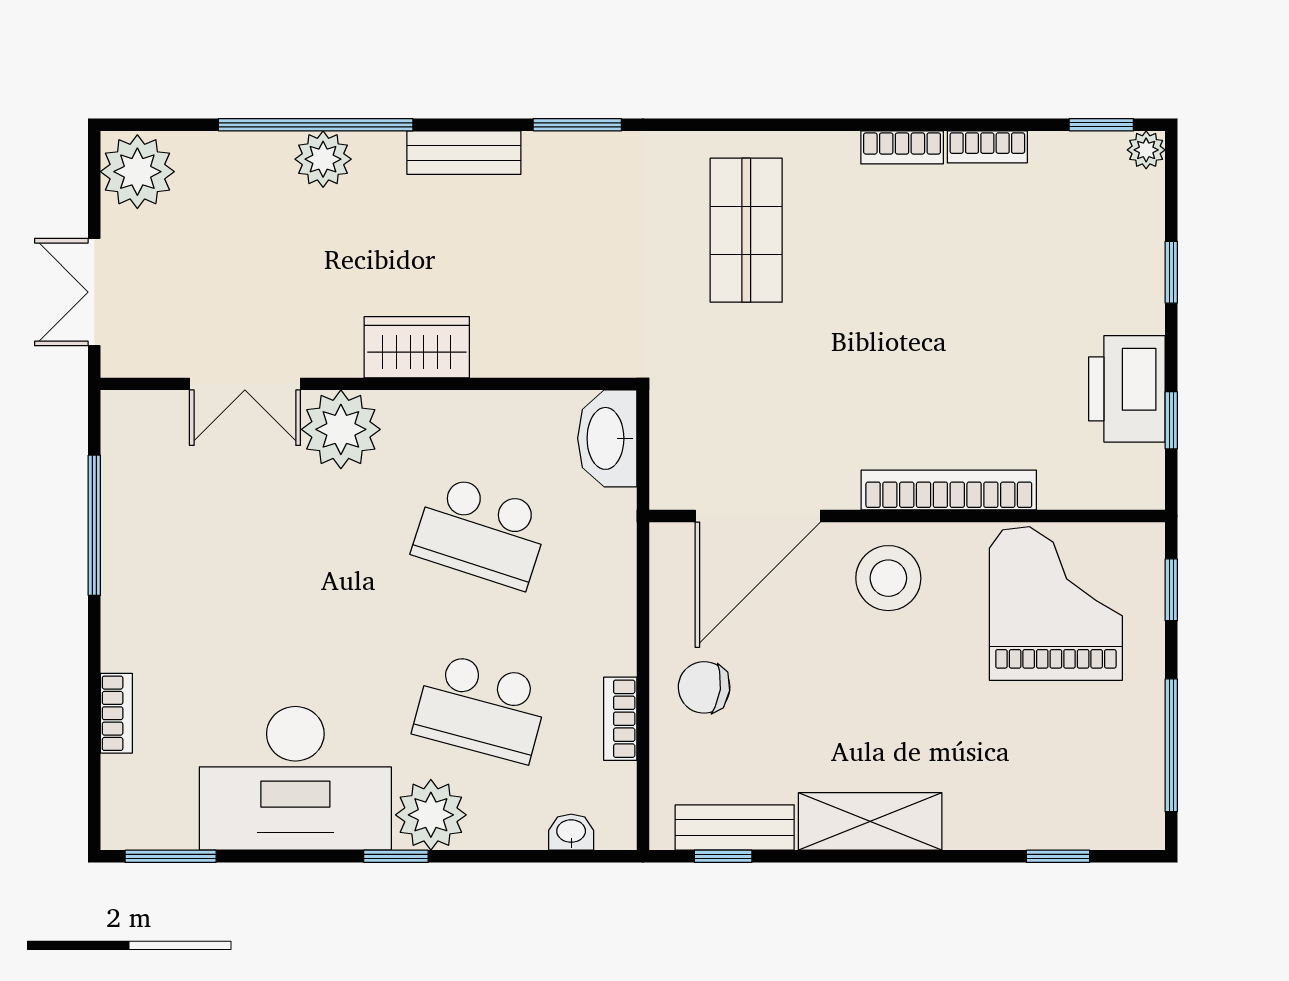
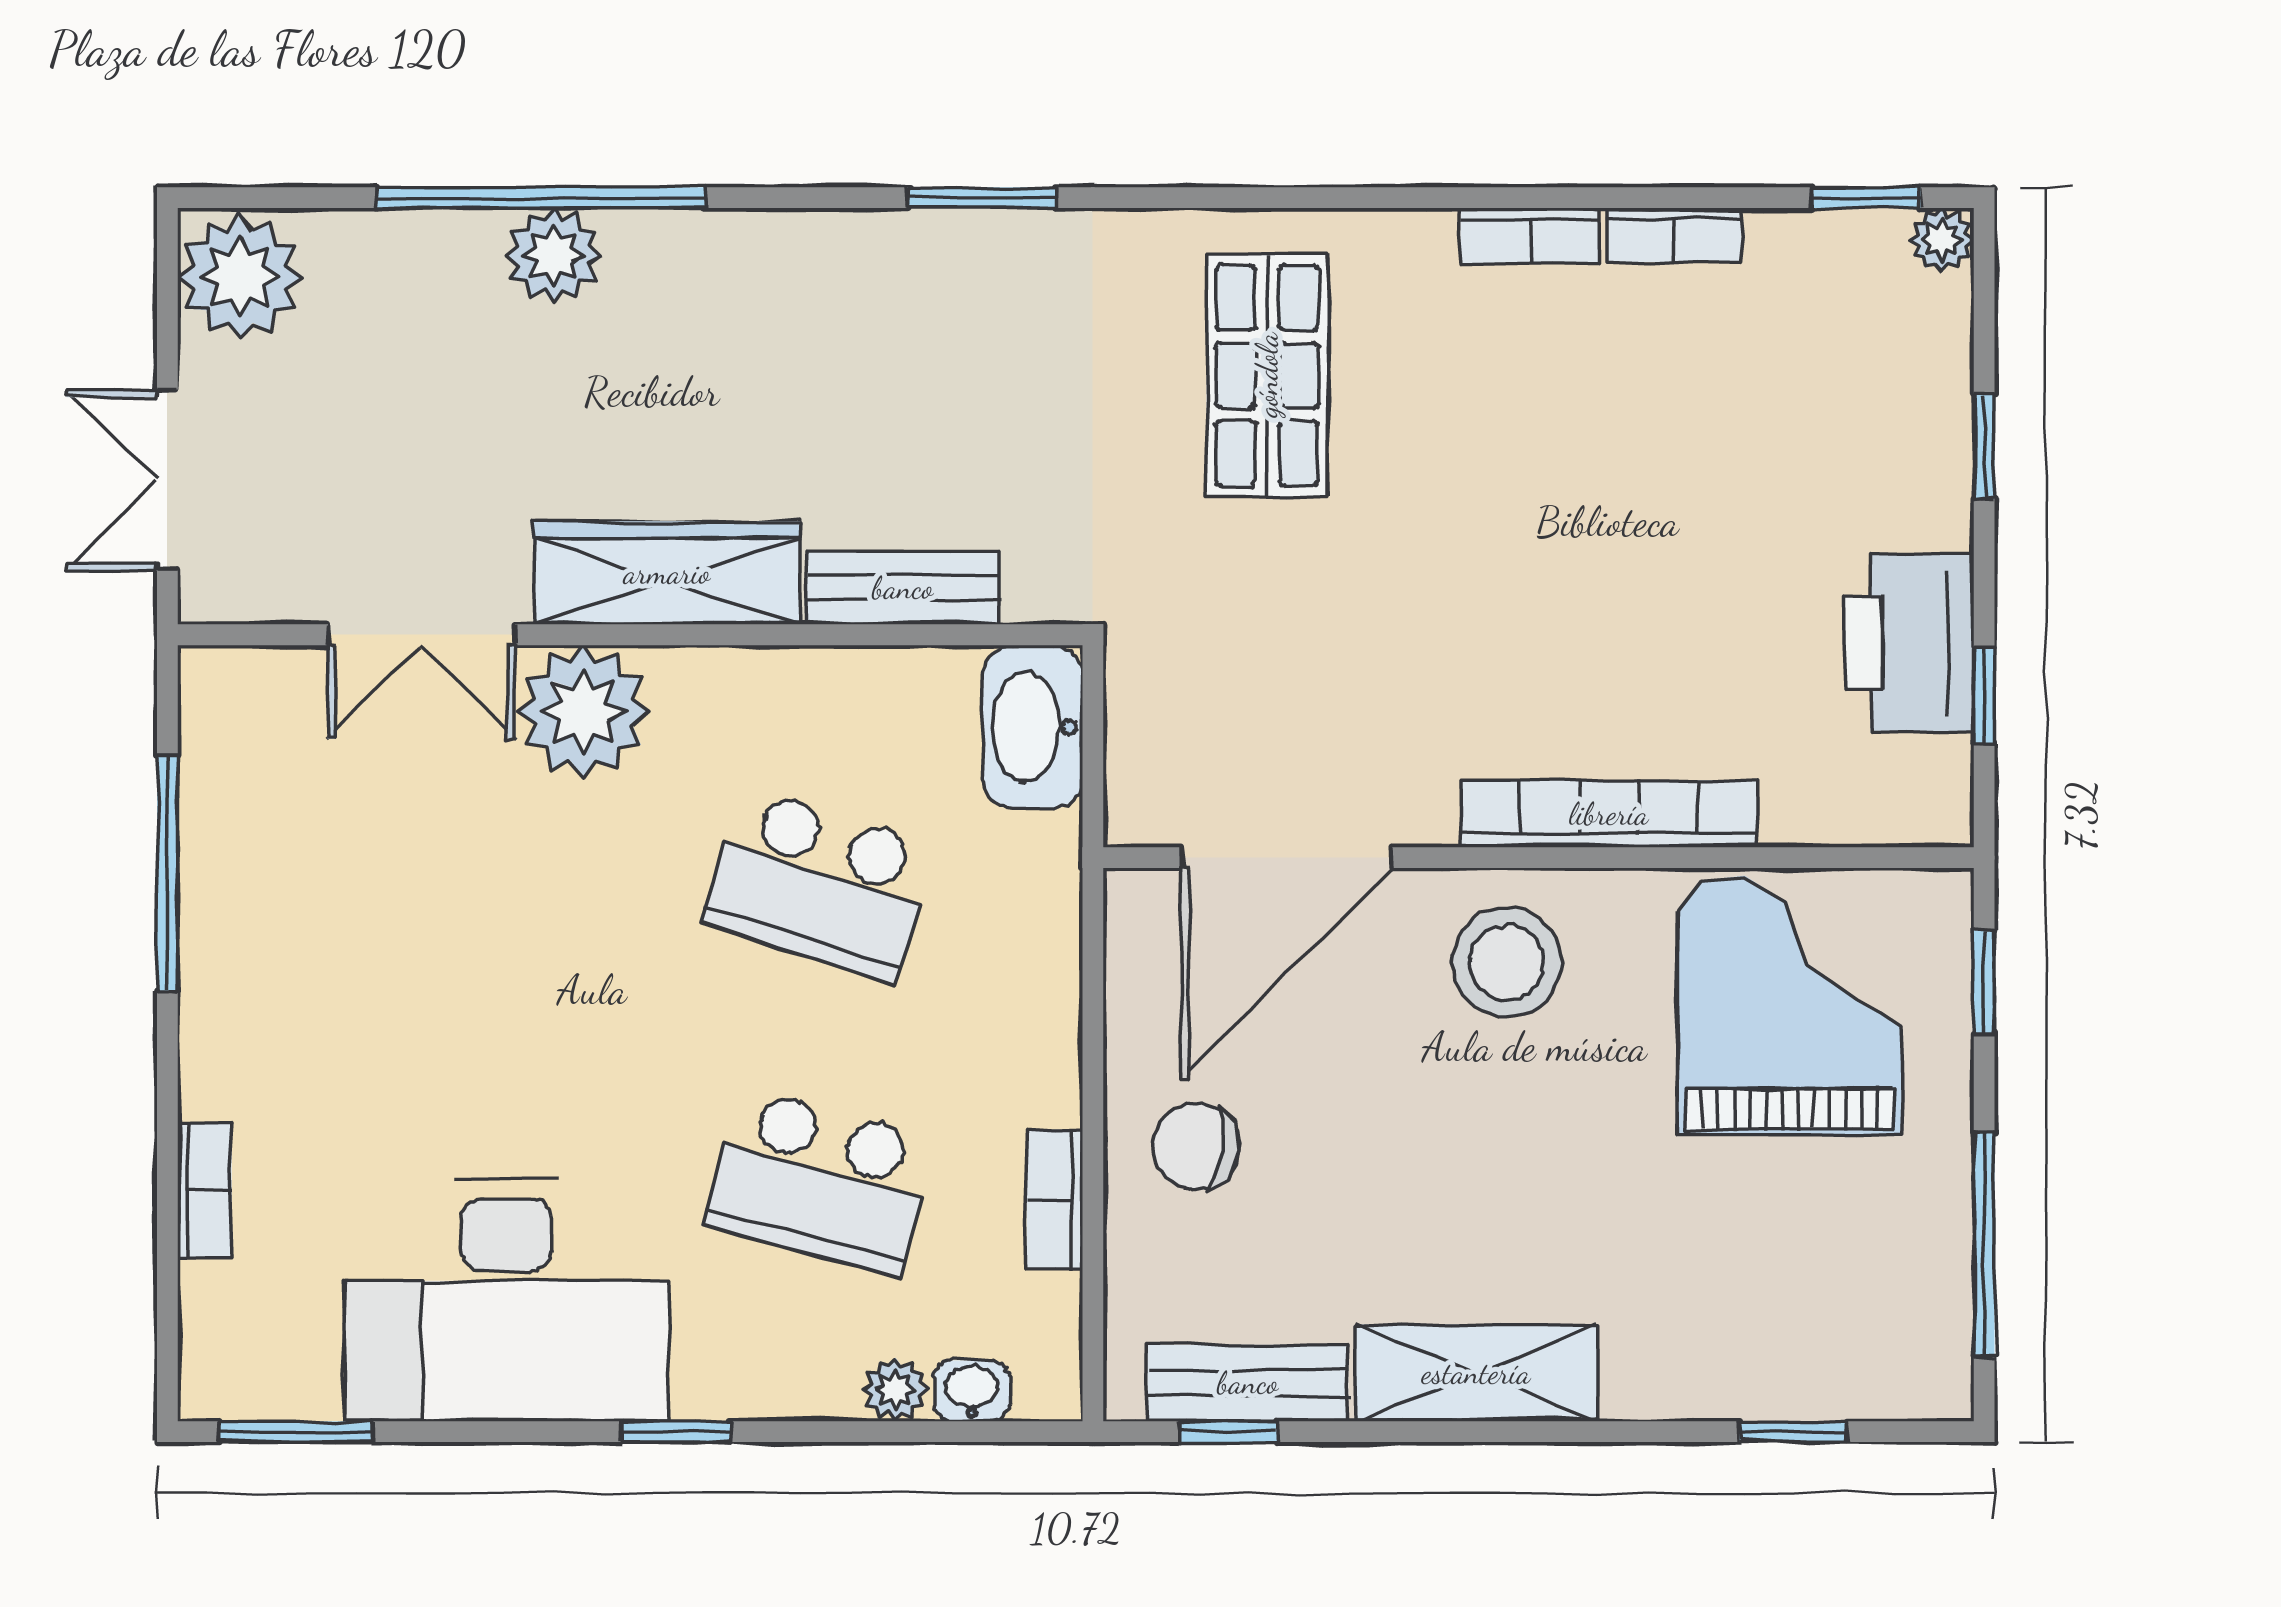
bench: (464, 153) -> (903, 588), moved
wardrobe: (417, 347) -> (667, 573), width x1.50
plant: (431, 815) -> (895, 1390), moved, width x0.53, depth x0.53

